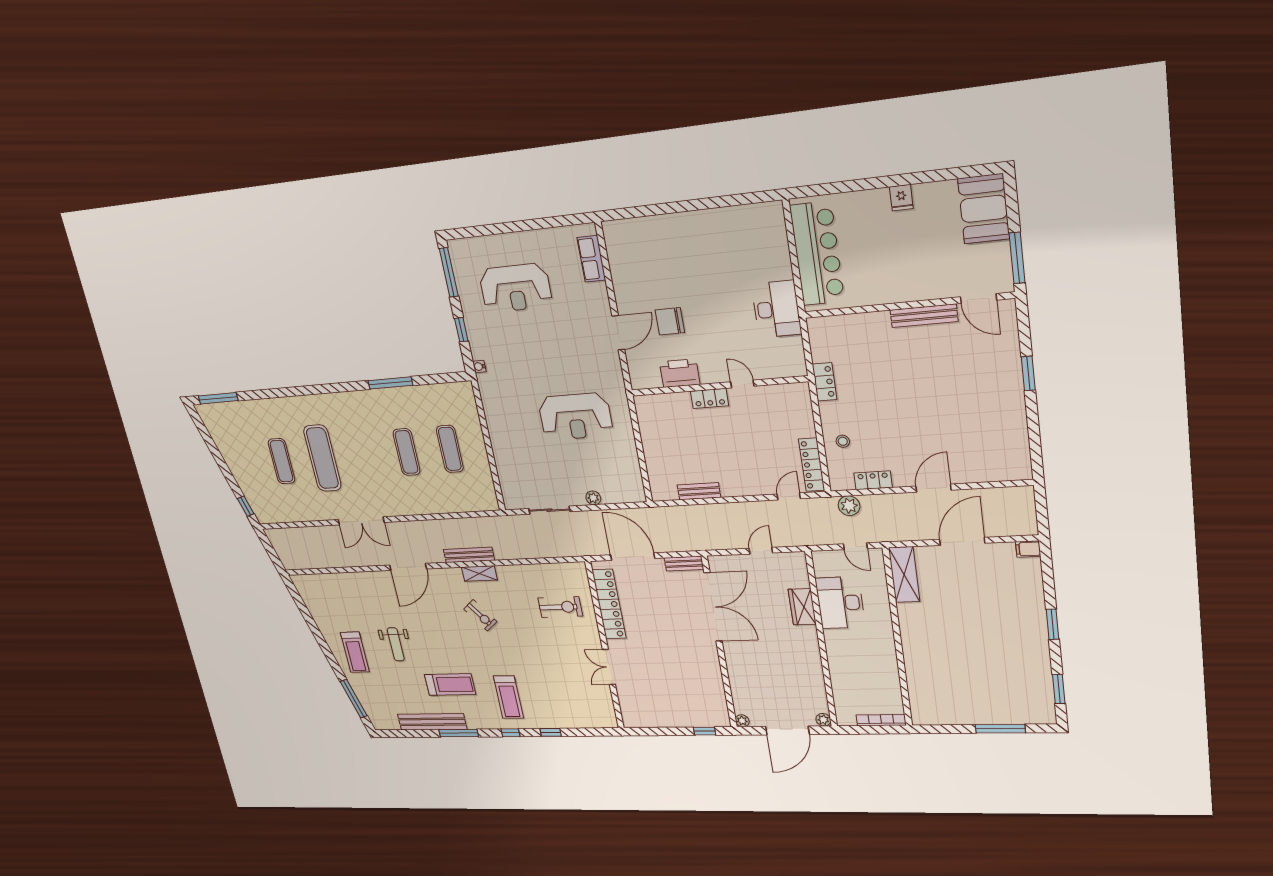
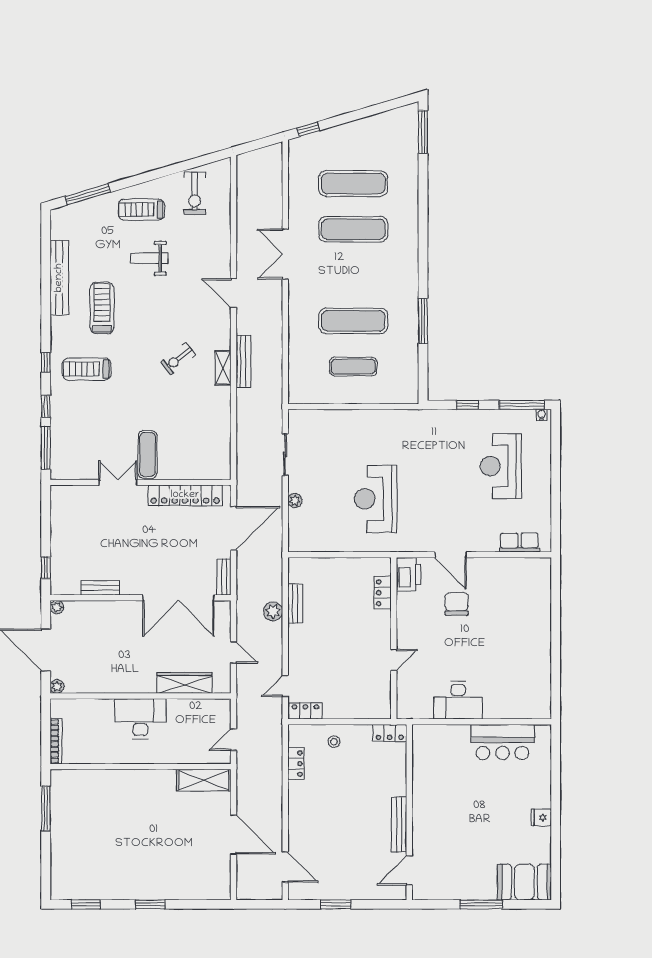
bar counter: (817, 254) -> (502, 742), width x0.73
door: (978, 299) -> (409, 870), moved
wall: (908, 305) -> (409, 812), moved
bench: (924, 316) -> (399, 824), moved
water cooler: (479, 366) -> (542, 415), moved
printer: (680, 373) -> (408, 574), moved
window: (1028, 373) -> (336, 904), moved
locker: (710, 398) -> (383, 593), moved
exercise mat: (407, 452) -> (353, 321), width x1.36, depth x1.45
exercise mat: (282, 461) -> (353, 184), width x1.36, depth x1.45
locker: (812, 465) -> (305, 711), width x0.66
door: (933, 488) -> (285, 867), moved
door: (789, 496) -> (285, 686), swing flipped
plant: (849, 506) -> (273, 611), moved
filing cabinet: (1028, 549) -> (223, 890), removed
door: (408, 567) -> (234, 293), width x0.73
desk: (840, 603) -> (140, 719), moved
exercise bike: (560, 607) -> (195, 193), moved
wardrobe: (802, 607) -> (185, 683), width x1.50
exercise mat: (577, 640) -> (148, 454), added
bench: (716, 681) -> (100, 588), added
treadmill: (450, 685) -> (102, 308), turned 180
window: (1000, 729) -> (46, 809), moved
window: (459, 733) -> (46, 448), moved

